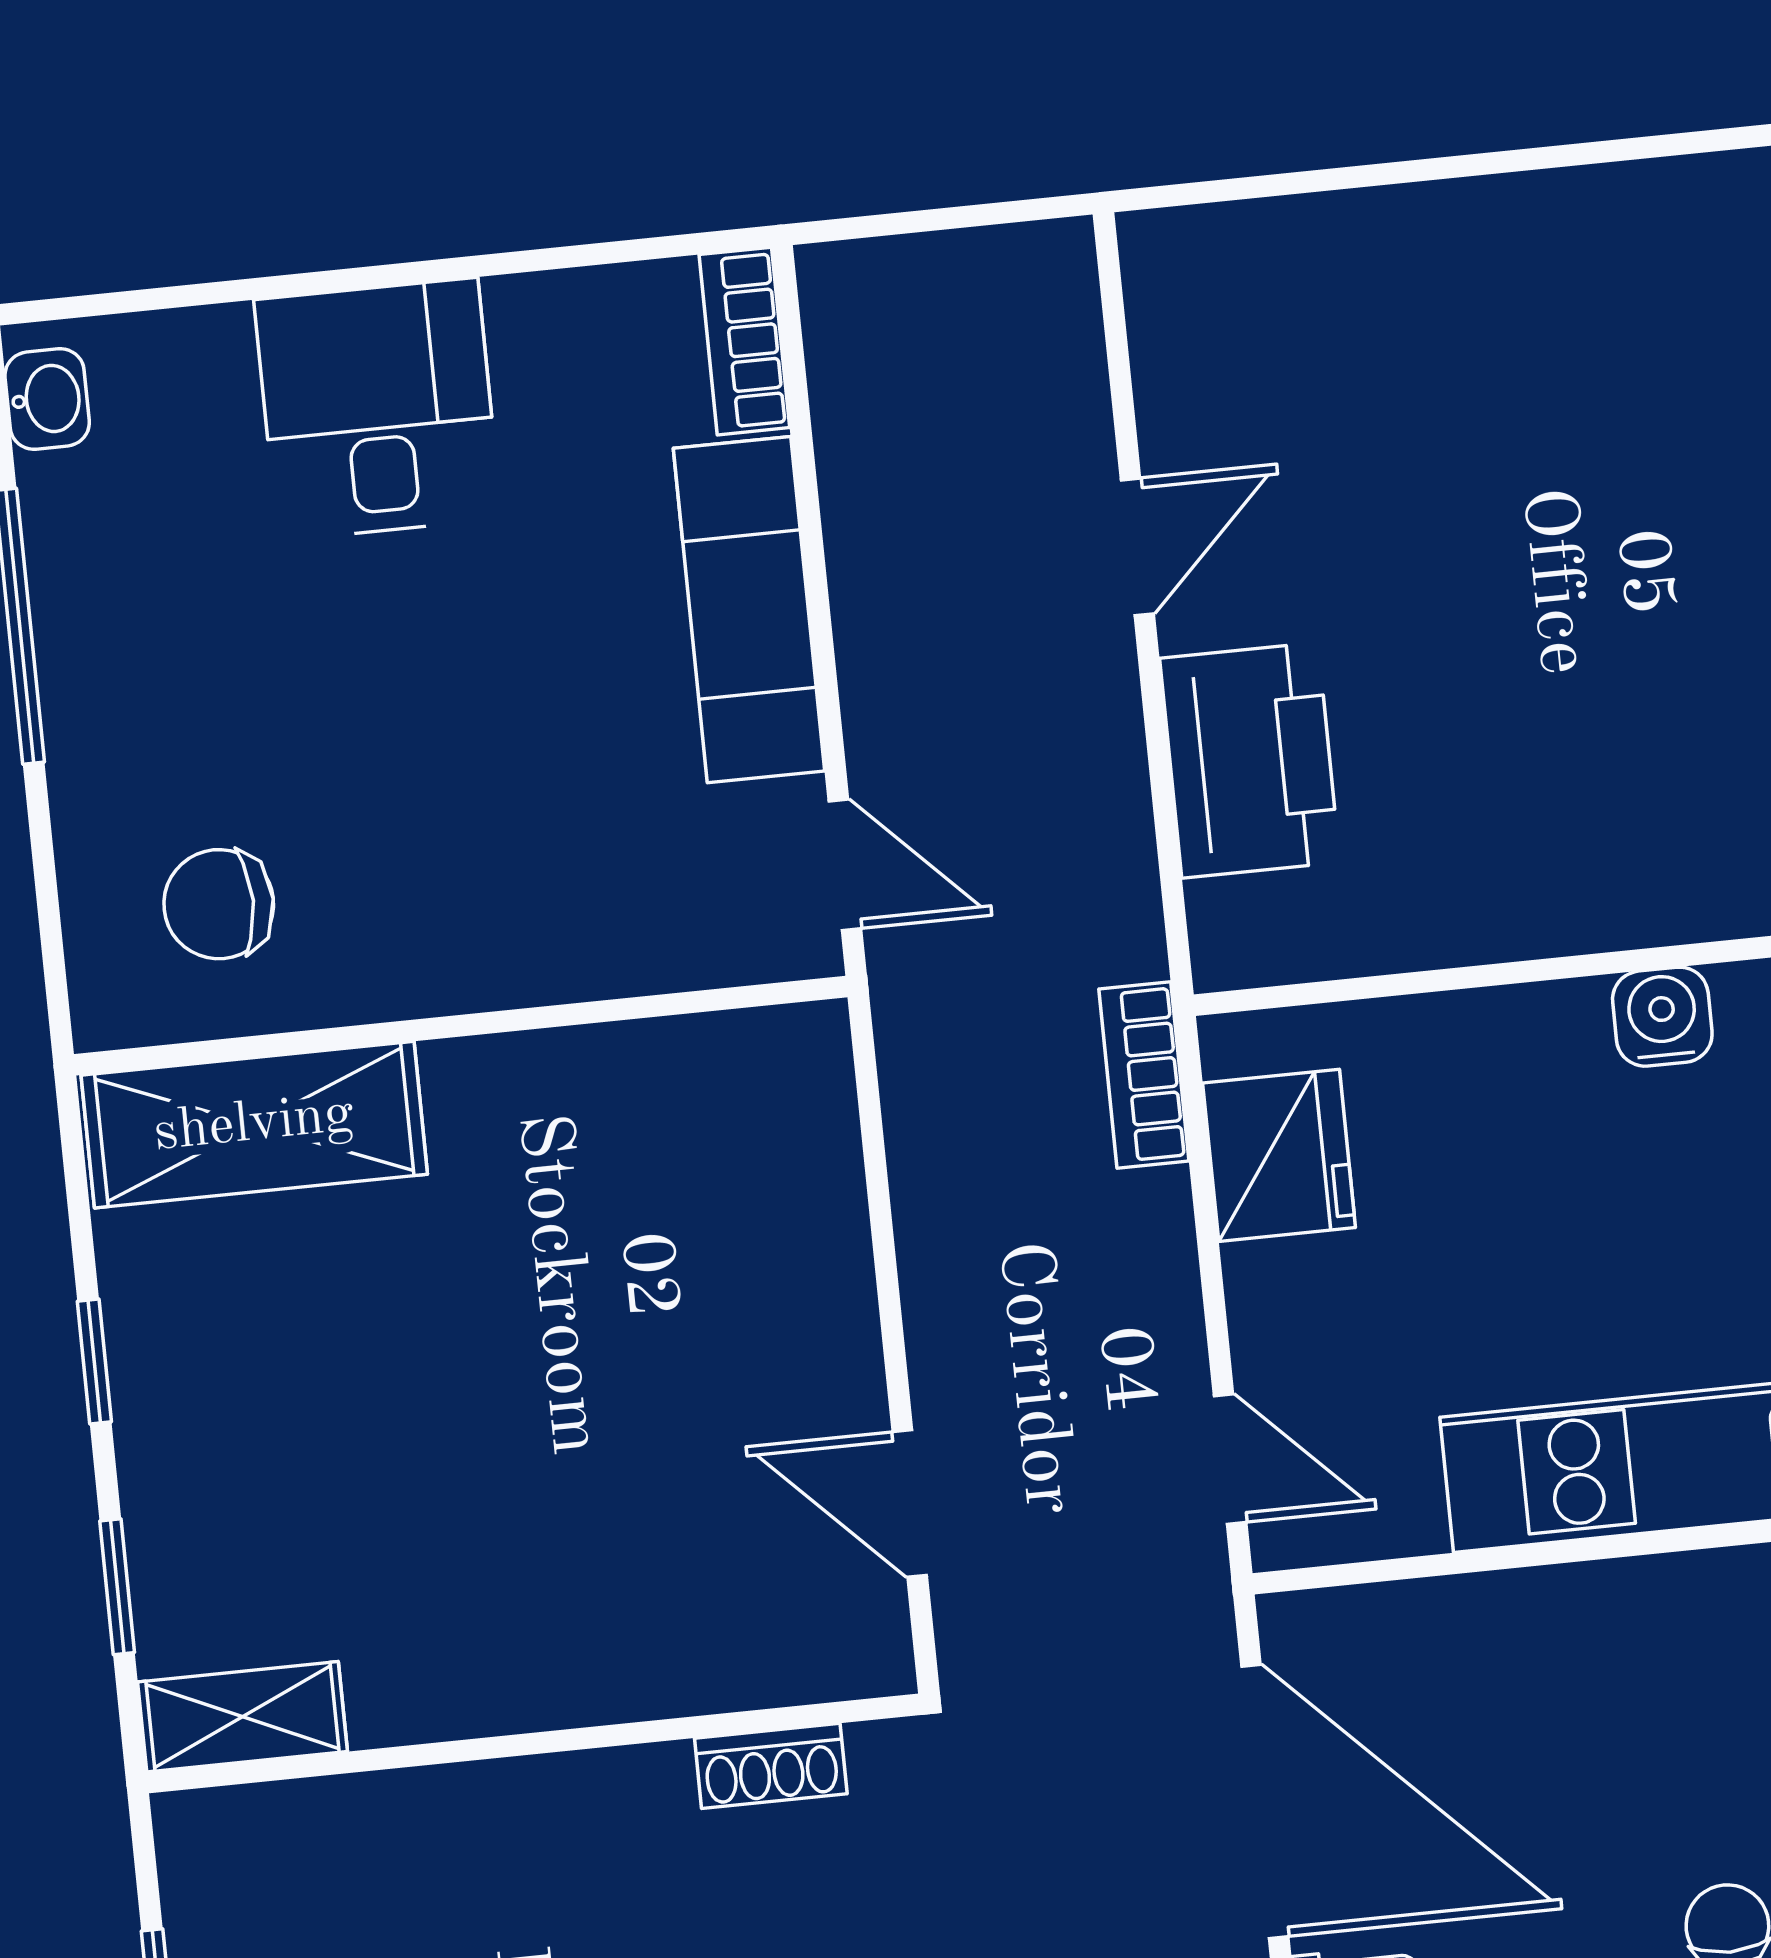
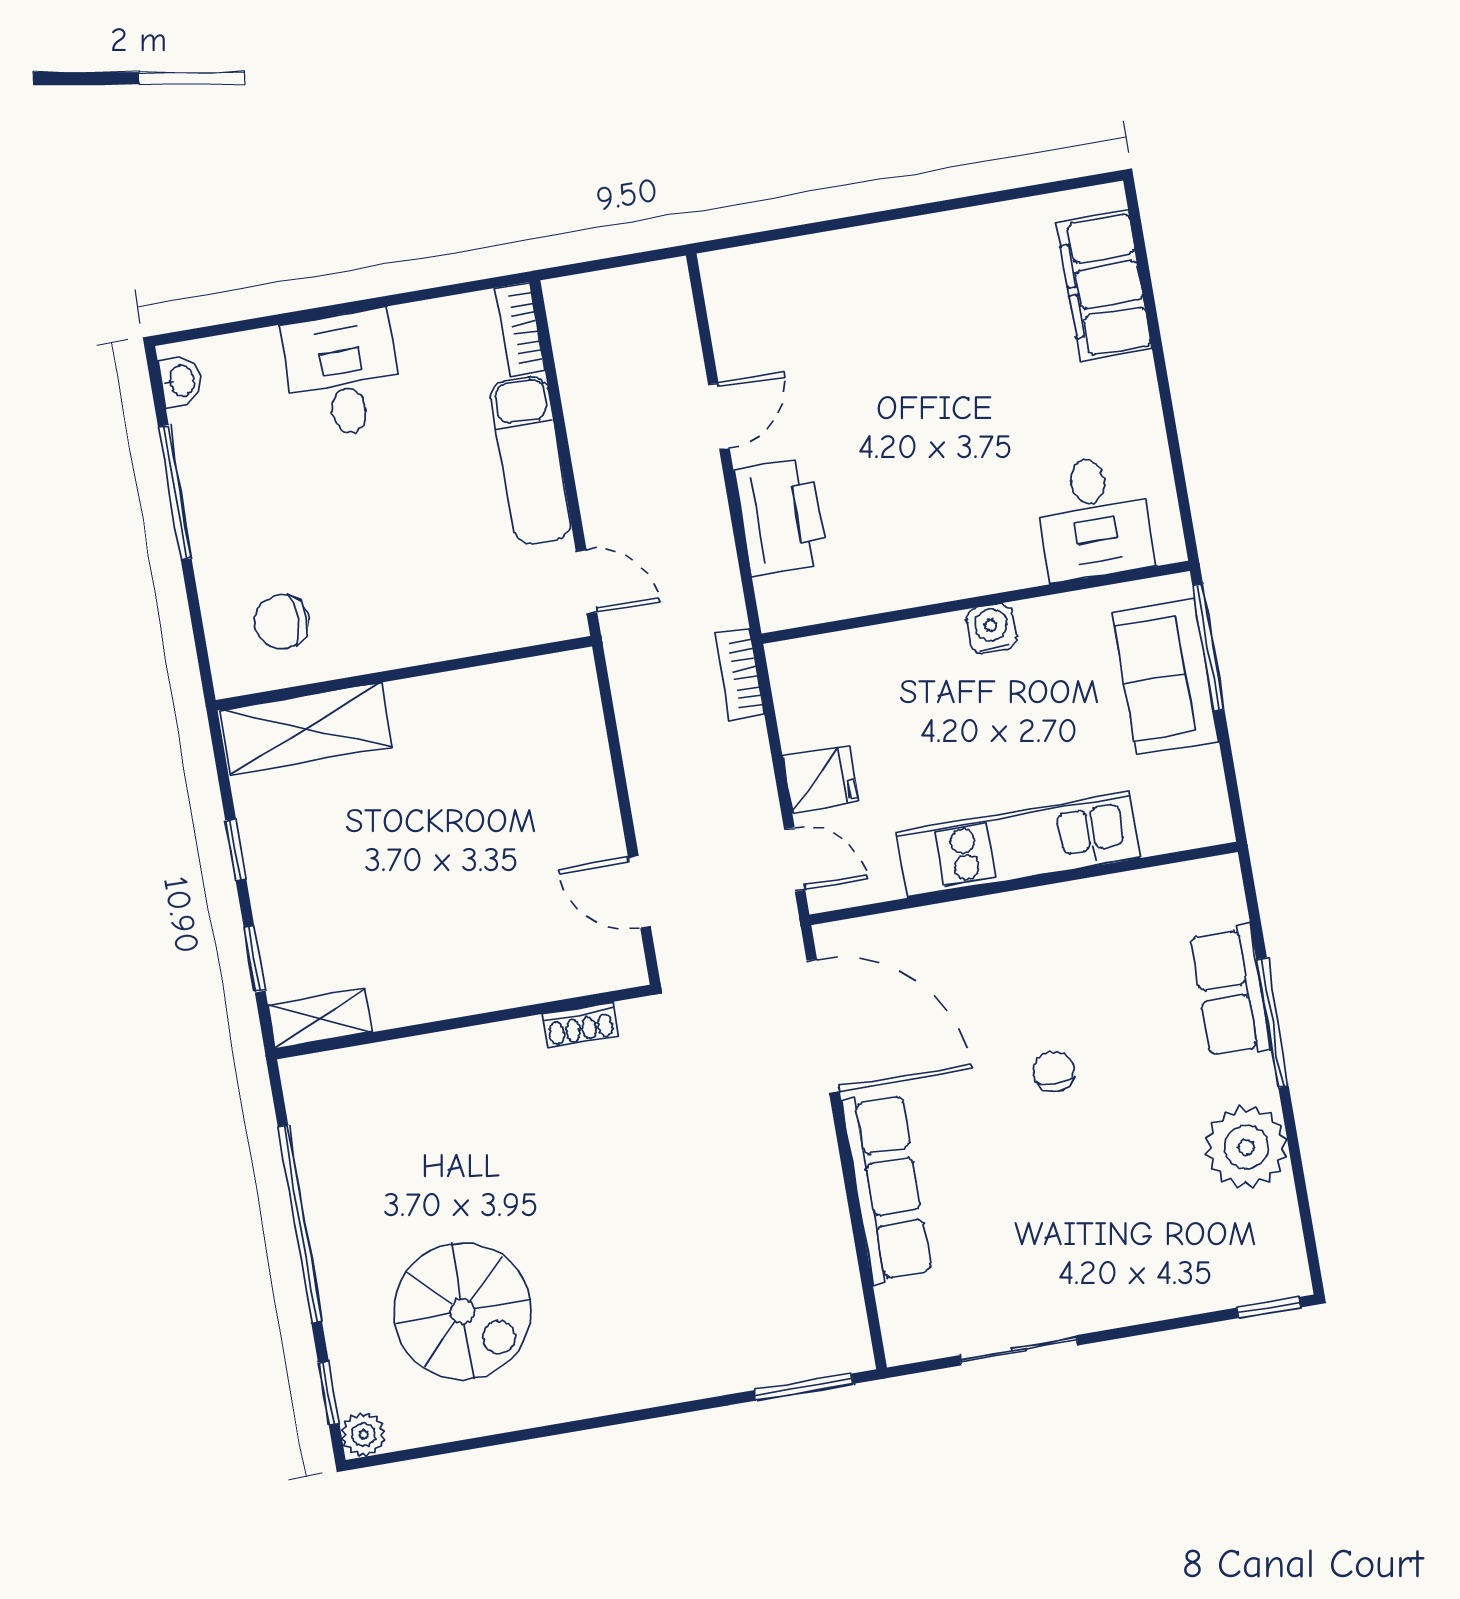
fridge: (1279, 1155) -> (820, 779), moved, width x0.72

